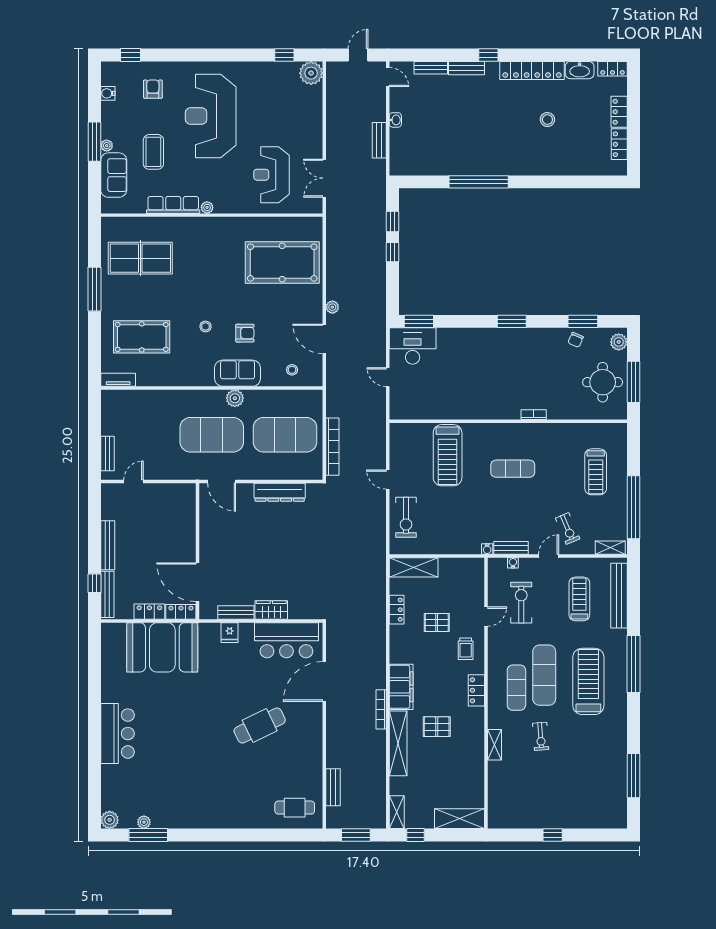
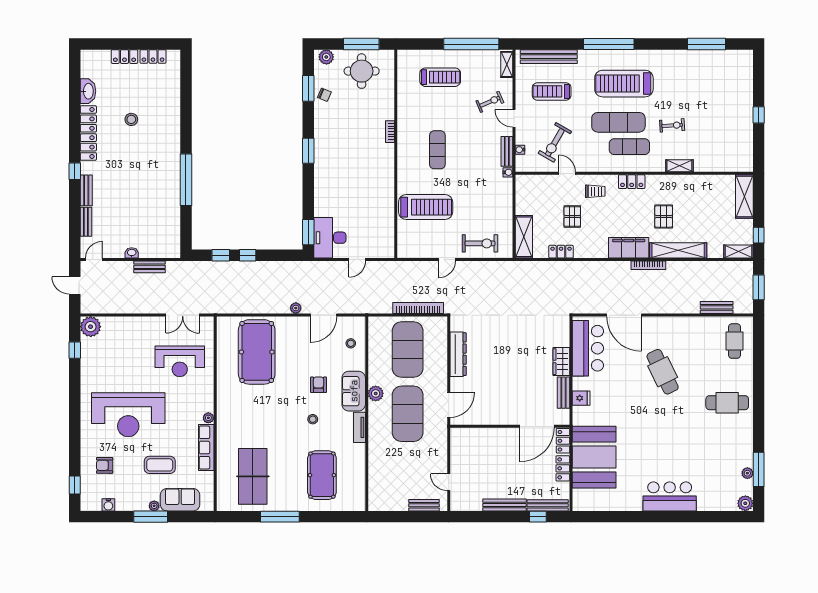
locker: (612, 69) -> (87, 62), removed
tv unit: (118, 380) -> (359, 427), moved
exercise bike: (521, 603) -> (555, 142), turned -60
cafe table: (224, 799) -> (727, 403), added

